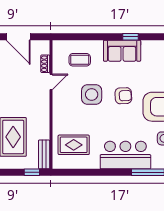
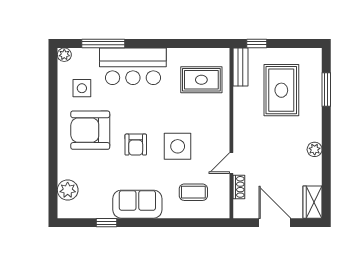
window: (130, 37) -> (107, 223), moved
armchair: (123, 96) -> (136, 145), turned -87

